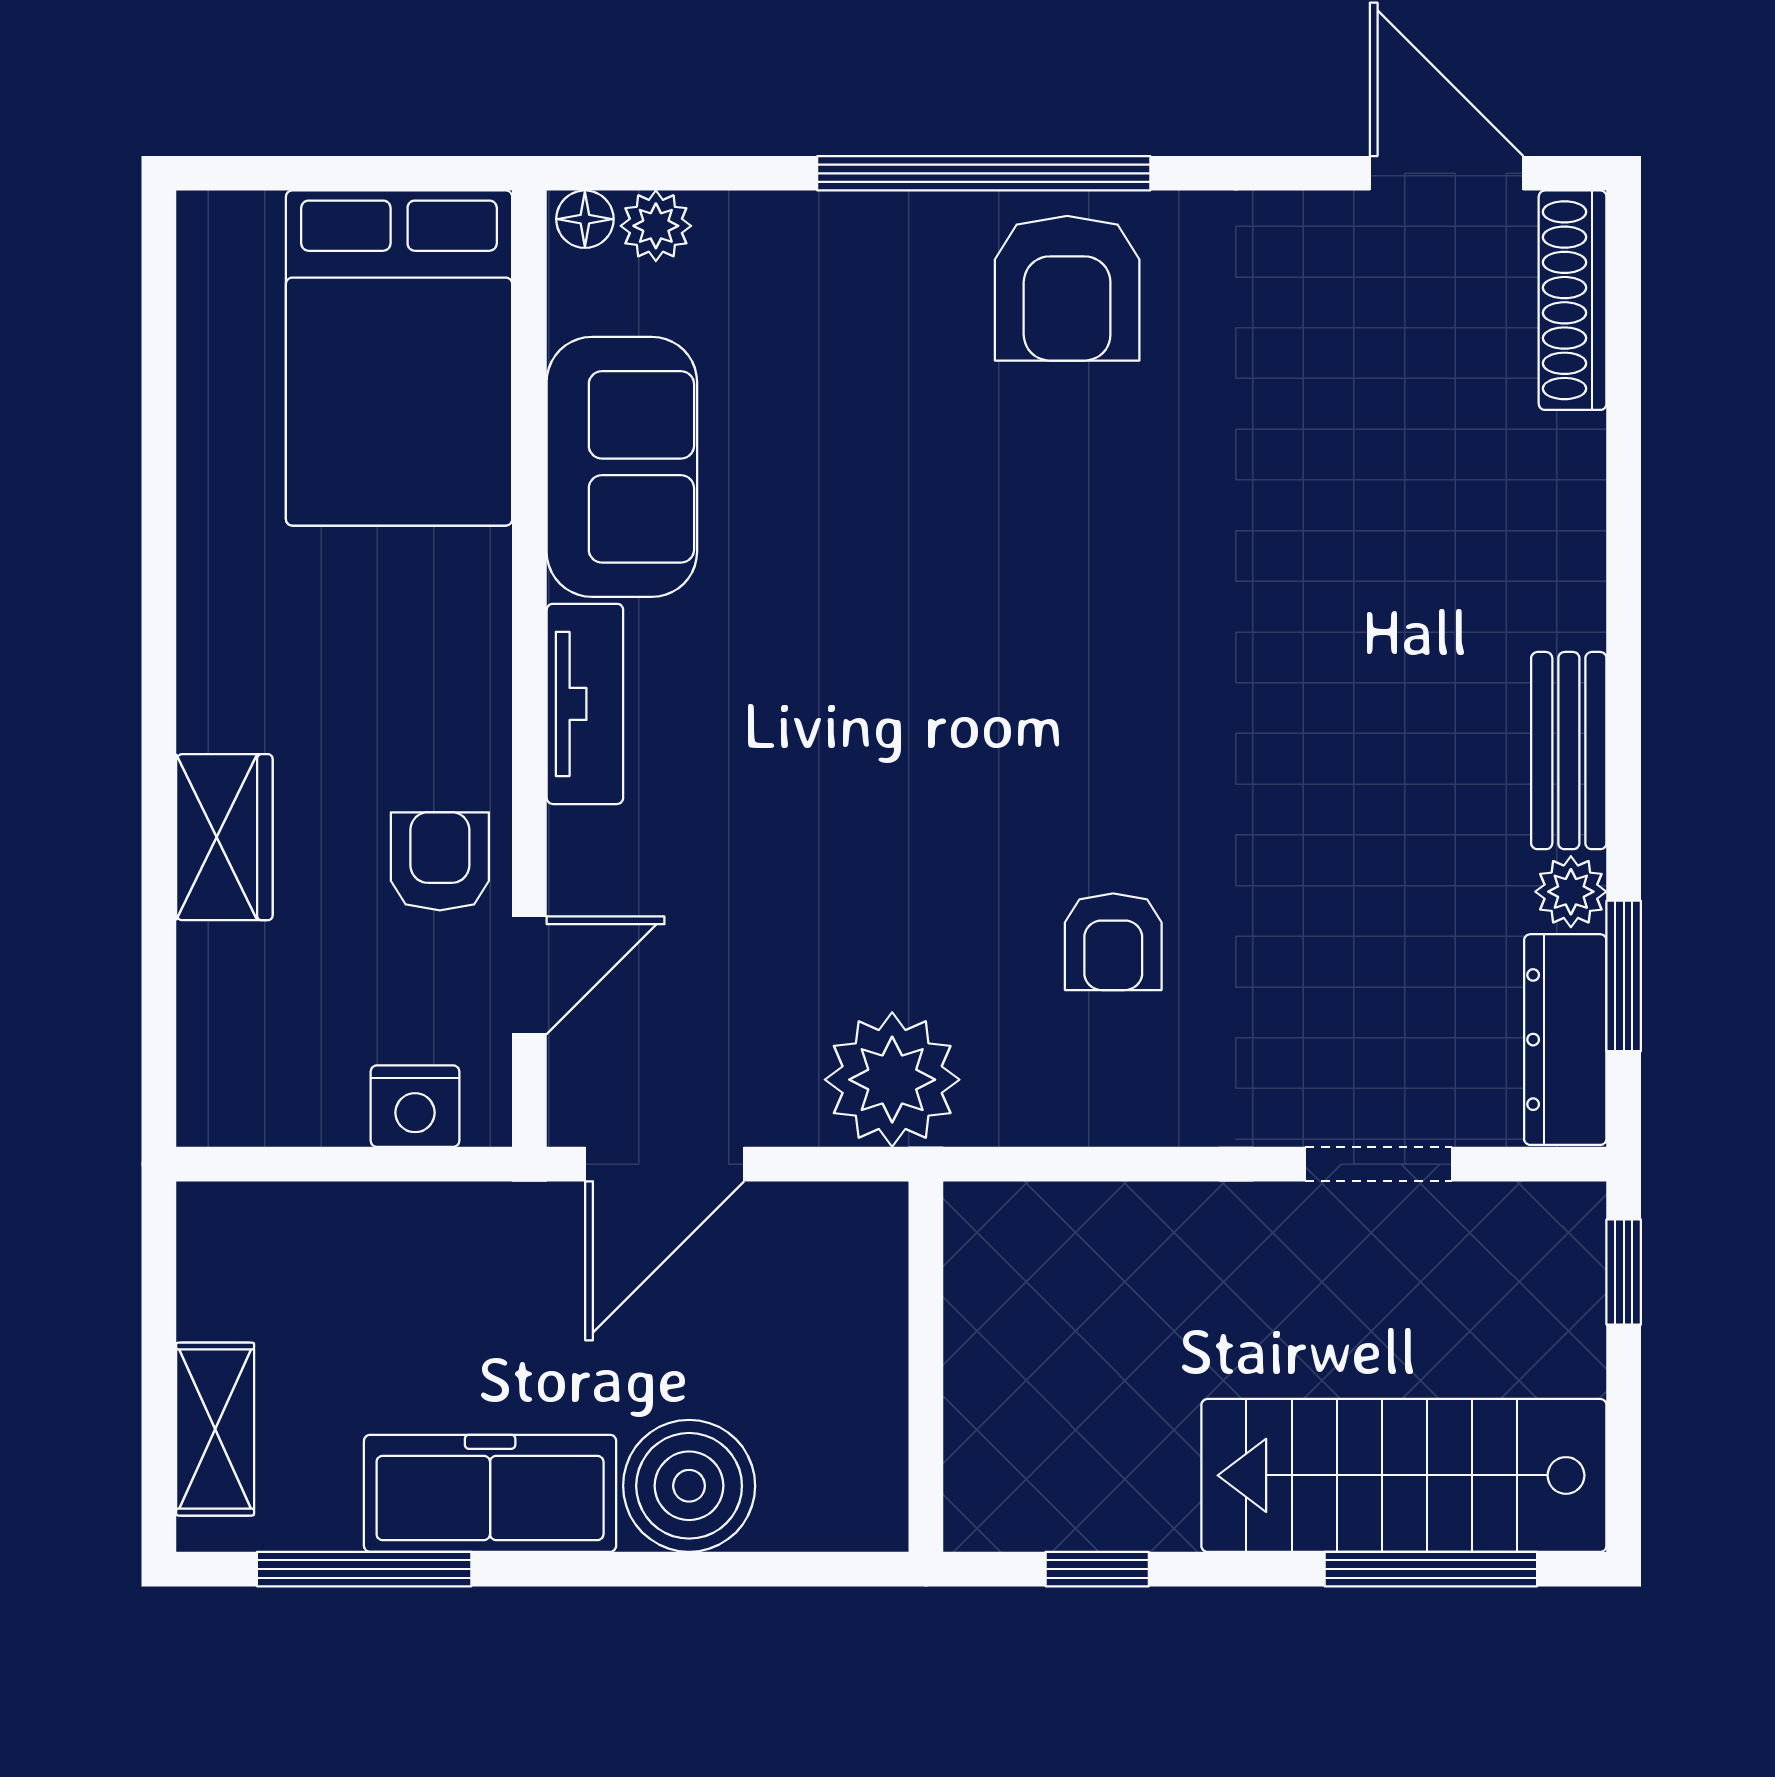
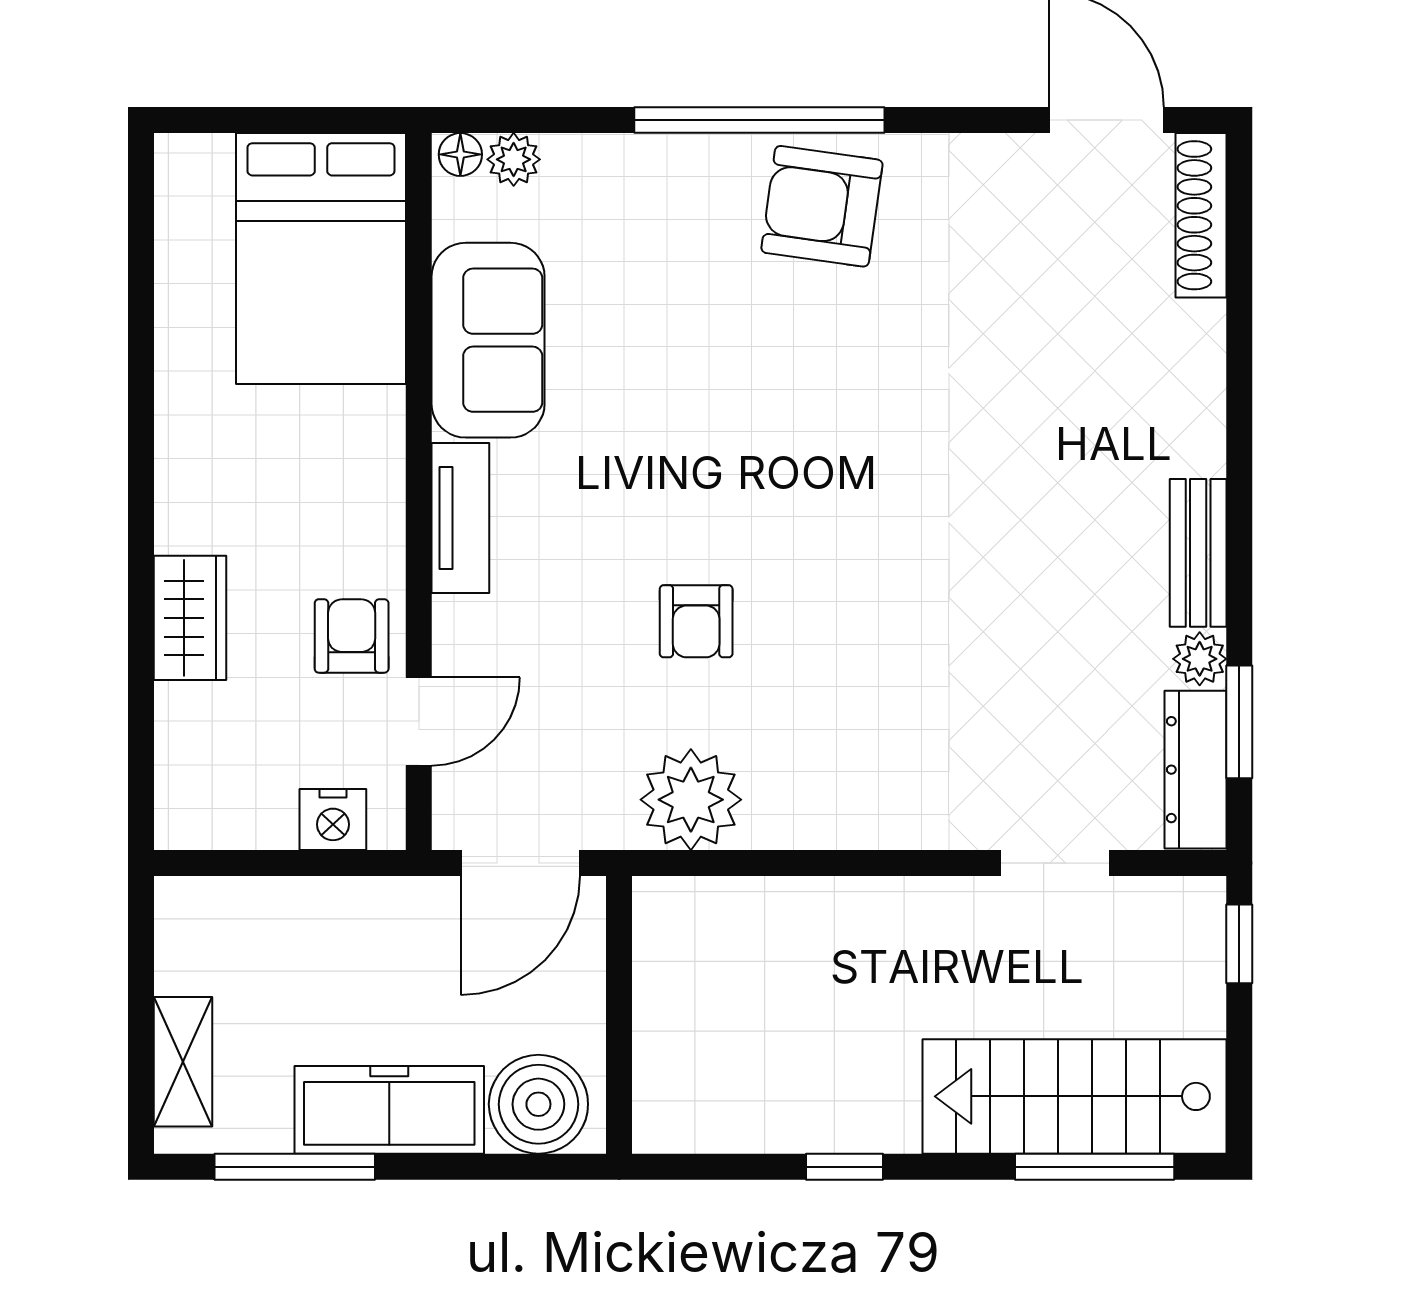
armchair: (1067, 288) -> (822, 206), turned 98
armchair: (1113, 942) -> (696, 621), moved
wall: (926, 1367) -> (619, 1015), moved

